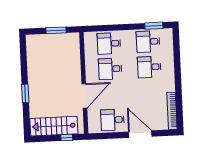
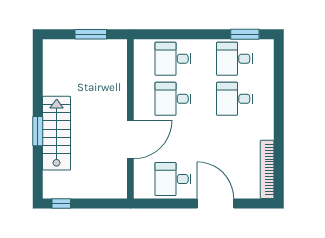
stairs: (54, 126) -> (57, 133), moved, turned 90
window: (67, 138) -> (61, 204), moved

